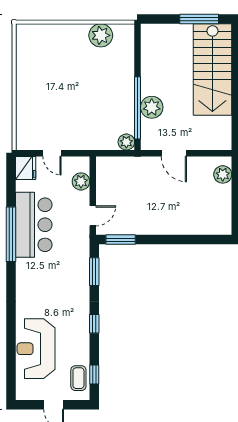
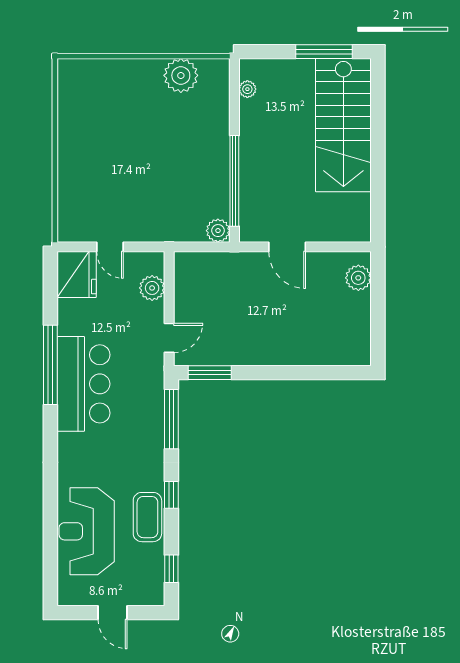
plant: (152, 107) -> (247, 89), moved, width x0.53, depth x0.53
fridge: (26, 168) -> (77, 275), width x1.36, depth x1.34
bar counter: (34, 225) -> (83, 384), moved
window: (94, 272) -> (171, 419), width x1.44
coffee table: (78, 378) -> (147, 517), moved, width x1.36, depth x1.30

